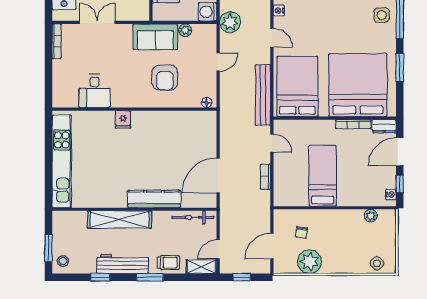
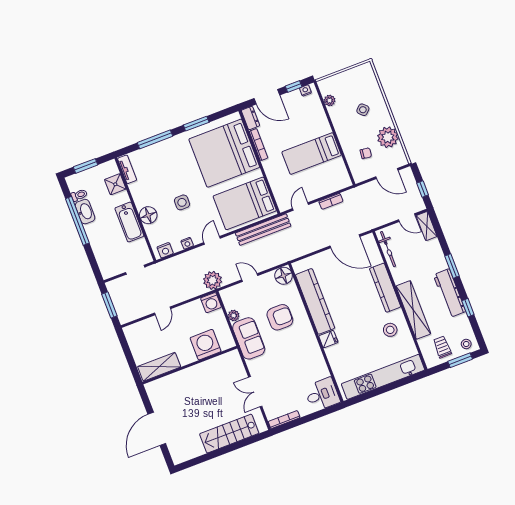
side table: (382, 15) -> (182, 202), moved
desk: (95, 91) -> (322, 394), moved
floor lamp: (207, 103) -> (284, 276), width x1.89, depth x1.89
kitchen counter: (167, 121) -> (315, 301), added
stool: (108, 187) -> (390, 330), added
trolley: (168, 263) -> (442, 347), moved
side table: (377, 263) -> (363, 110), moved

